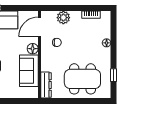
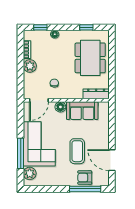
plant: (63, 18) -> (30, 66), moved
door: (39, 27) -> (39, 100), hinge flipped
window: (114, 28) -> (40, 27), added

